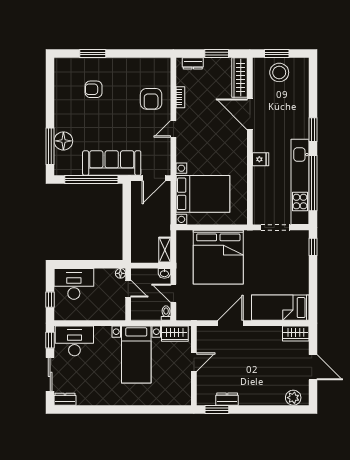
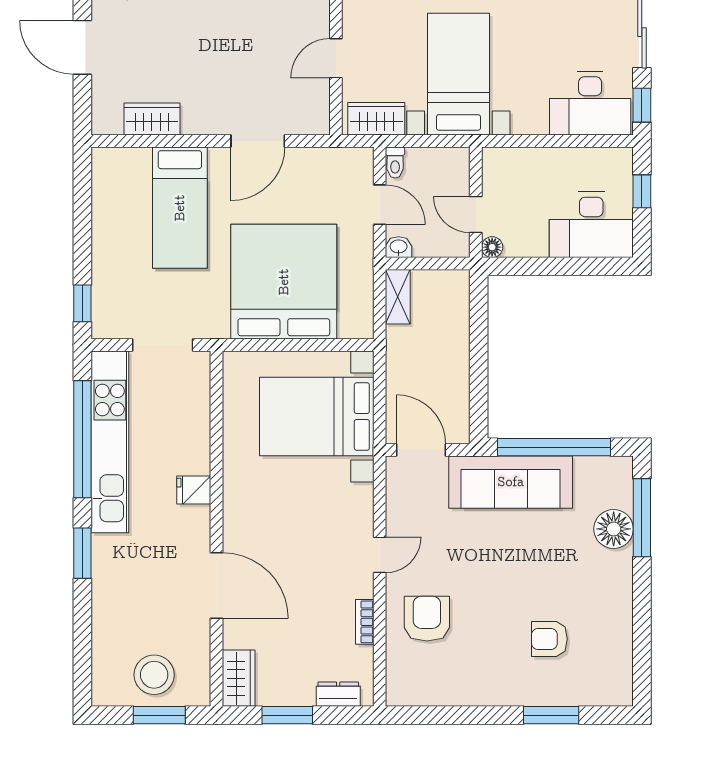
wardrobe: (240, 77) -> (239, 678), width x0.67
armchair: (94, 89) -> (549, 639), turned 180
door: (154, 178) -> (421, 450), hinge flipped
bed: (280, 308) -> (180, 208), moved, turned 90
wardrobe: (296, 334) -> (152, 119), moved

